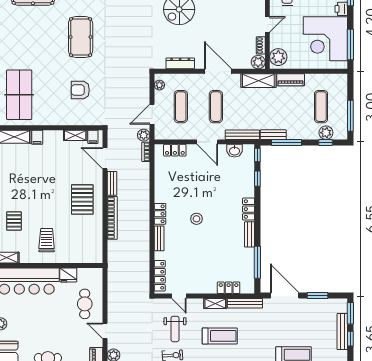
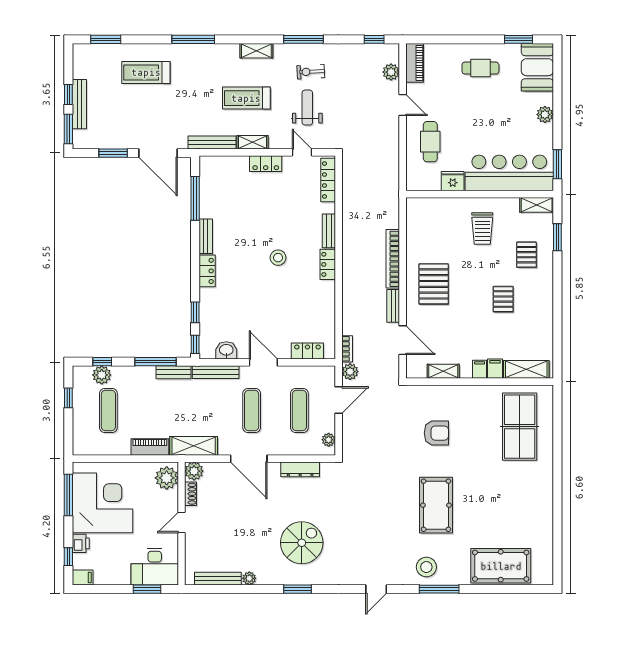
window: (350, 116) -> (68, 398), width x0.46
filing cabinet: (93, 137) -> (480, 369), moved
pallet: (31, 188) -> (503, 299), added
locker: (229, 288) -> (266, 164), moved

